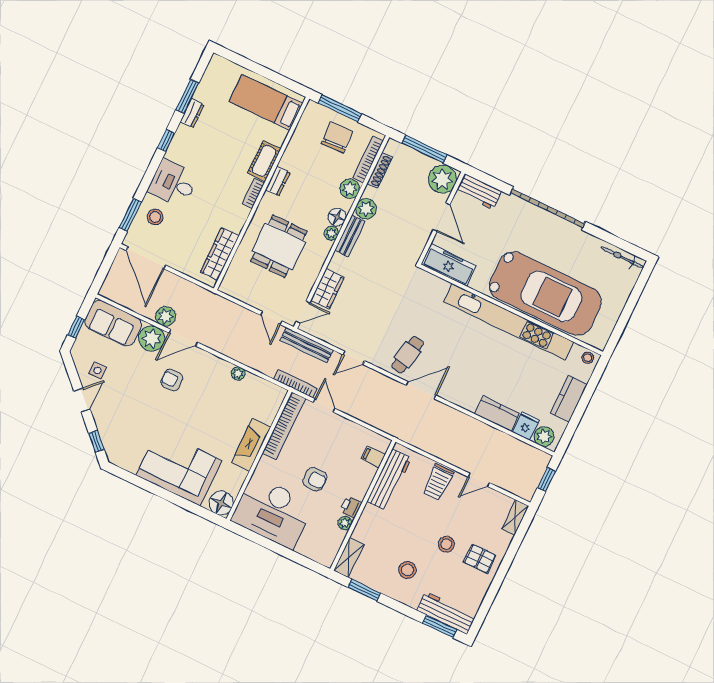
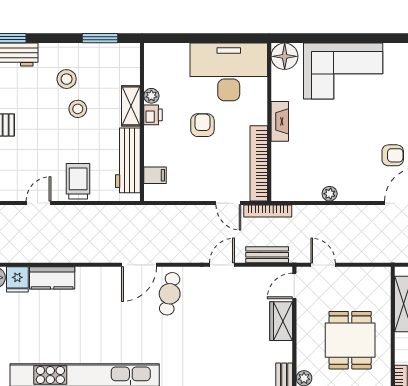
bench: (307, 345) -> (267, 255), width x0.73
fireplace: (251, 445) -> (280, 121), width x0.73, depth x0.76
armchair: (315, 479) -> (202, 125), turned 90
stool: (446, 544) -> (78, 109), moved
shelving: (349, 557) -> (131, 106), moved

